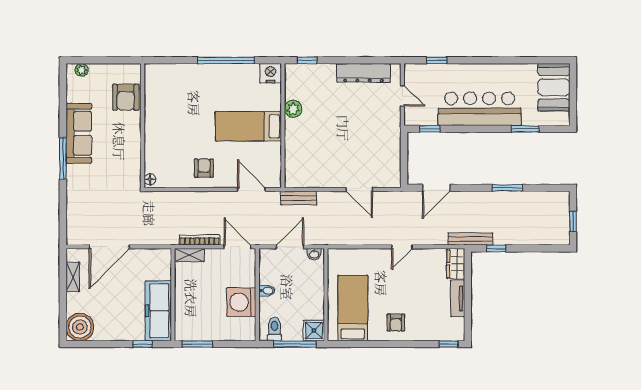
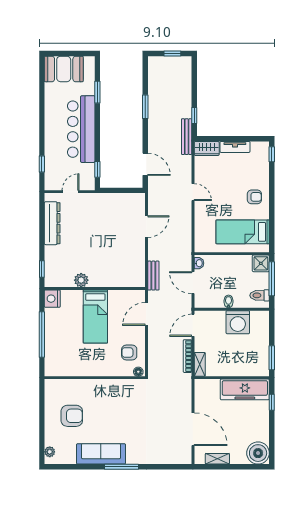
wall: (143, 126) -> (95, 378), moved
floor lamp: (150, 179) -> (138, 372), moved

